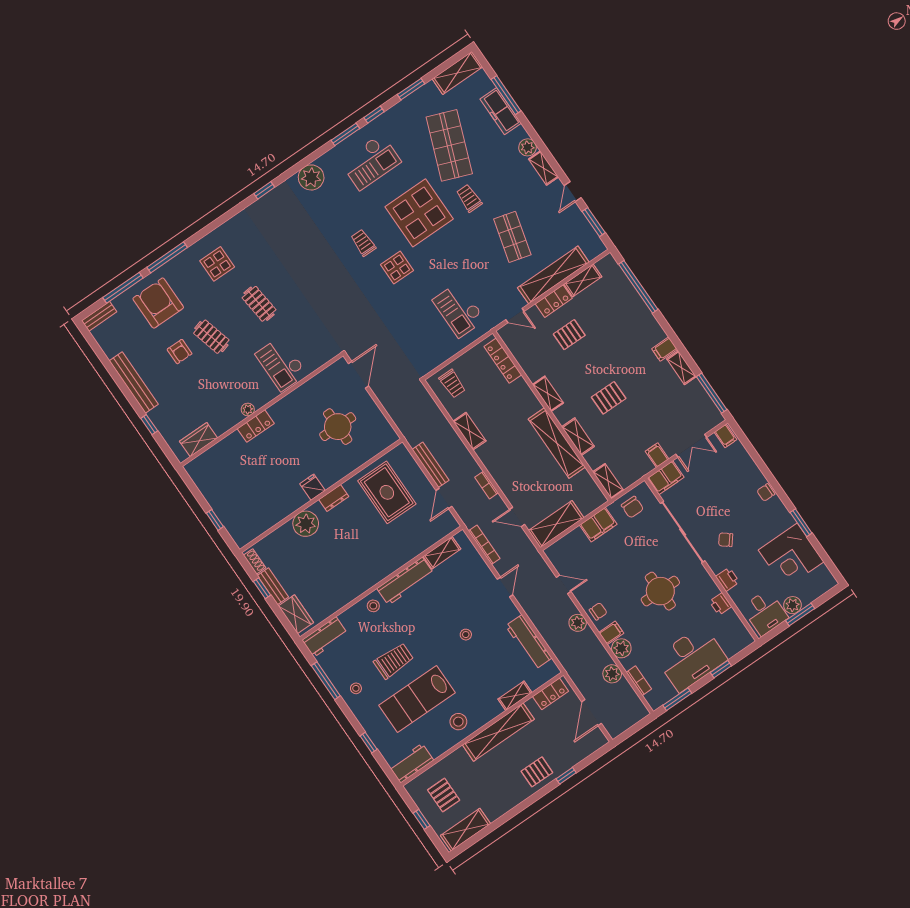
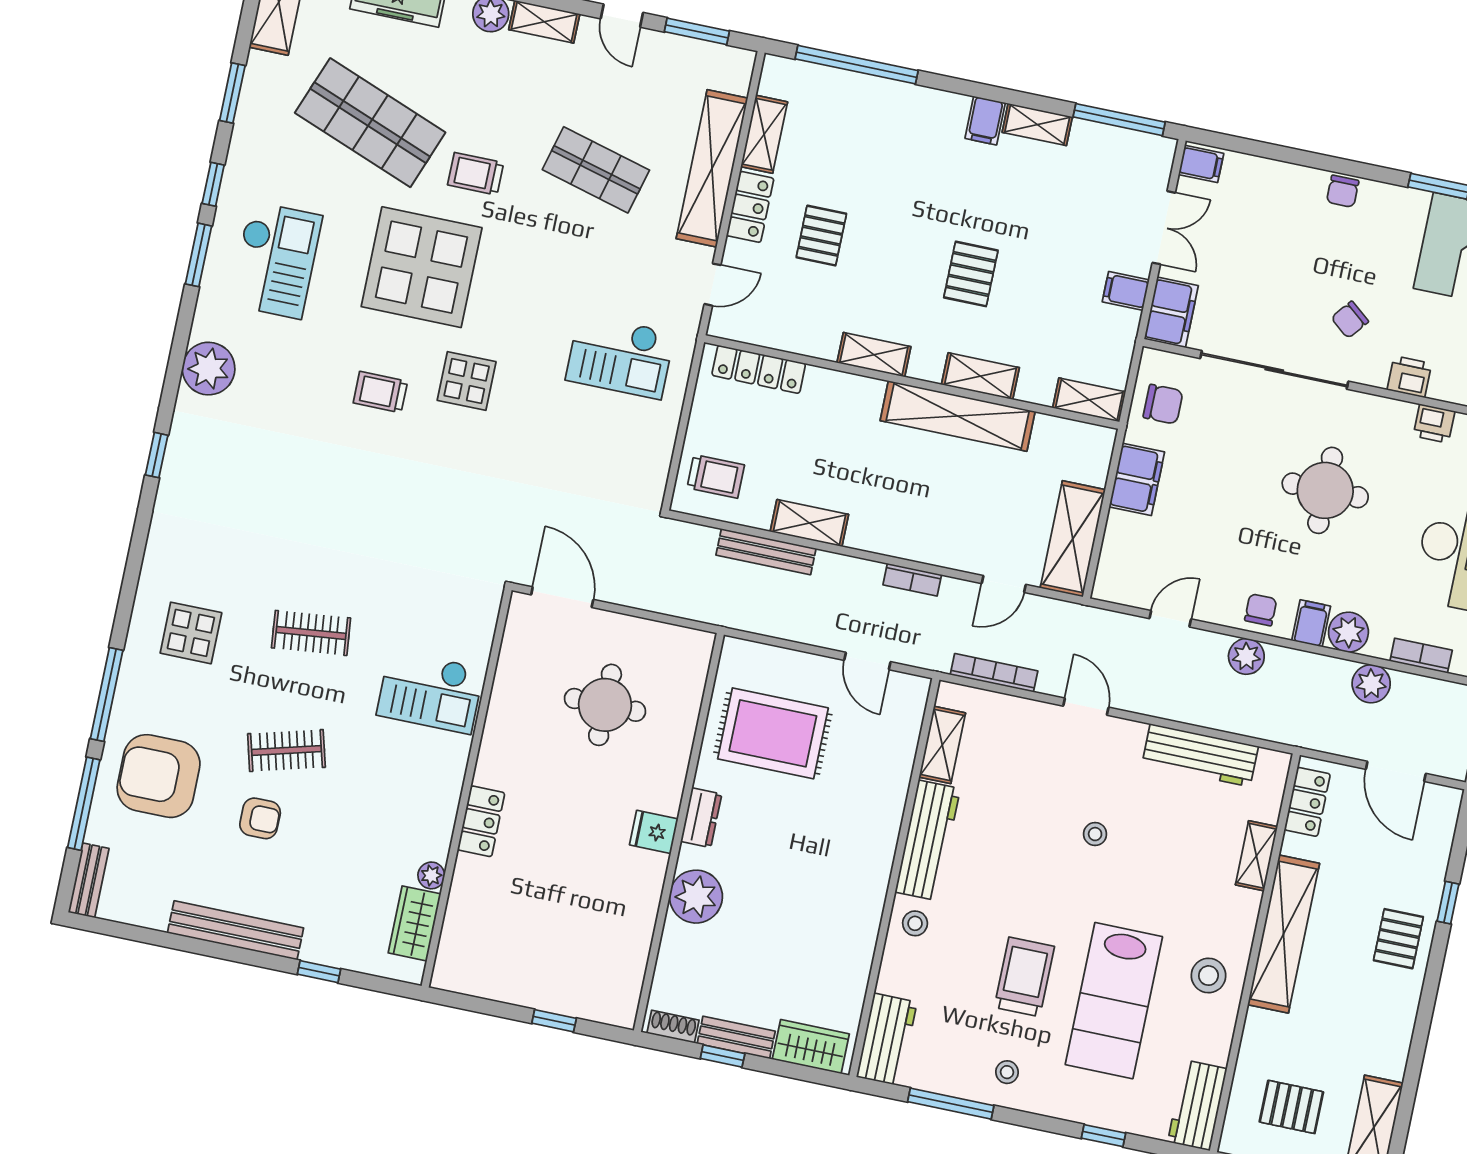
plant: (248, 409) -> (431, 875), moved
bench: (431, 465) -> (766, 552), moved

